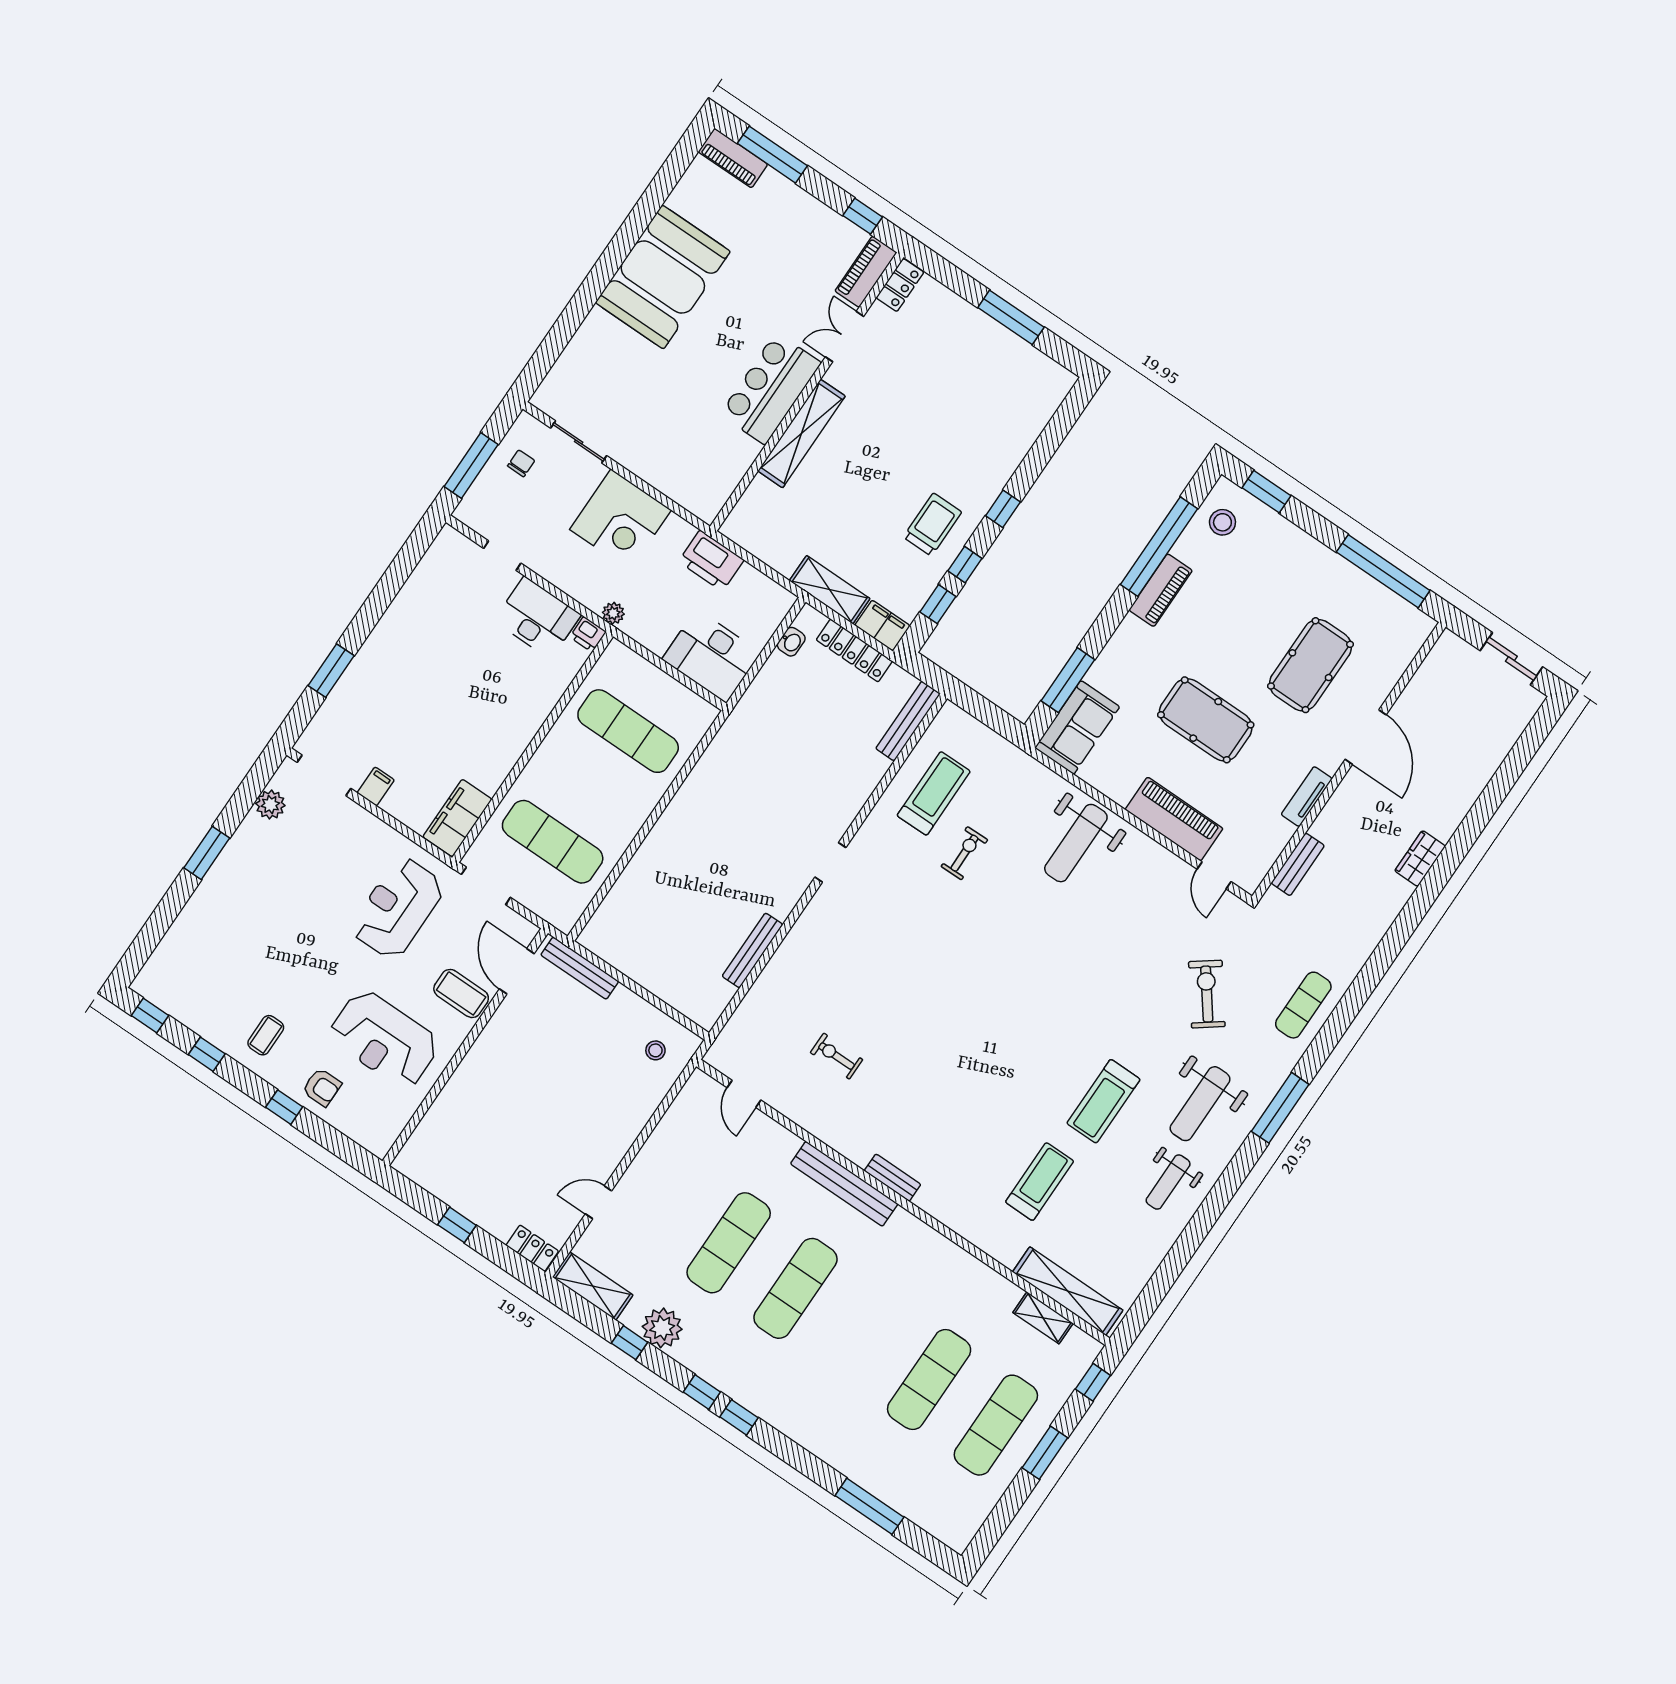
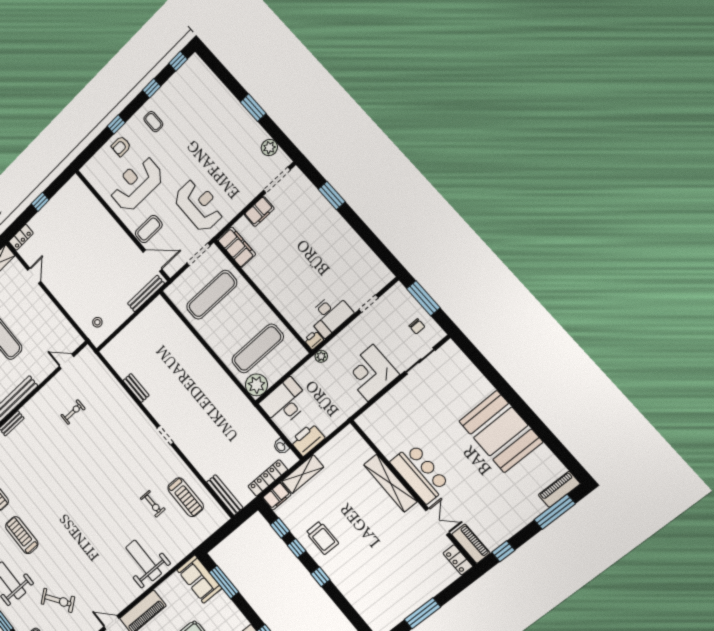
printer: (711, 561) -> (307, 440), moved
plant: (693, 716) -> (256, 385), added
filing cabinet: (376, 786) -> (259, 211), width x2.00
bench: (752, 950) -> (136, 388), width x0.73

